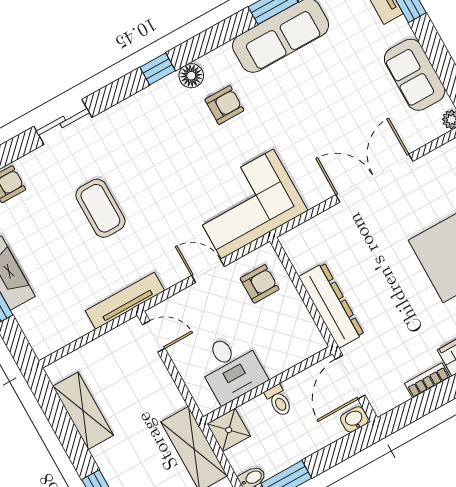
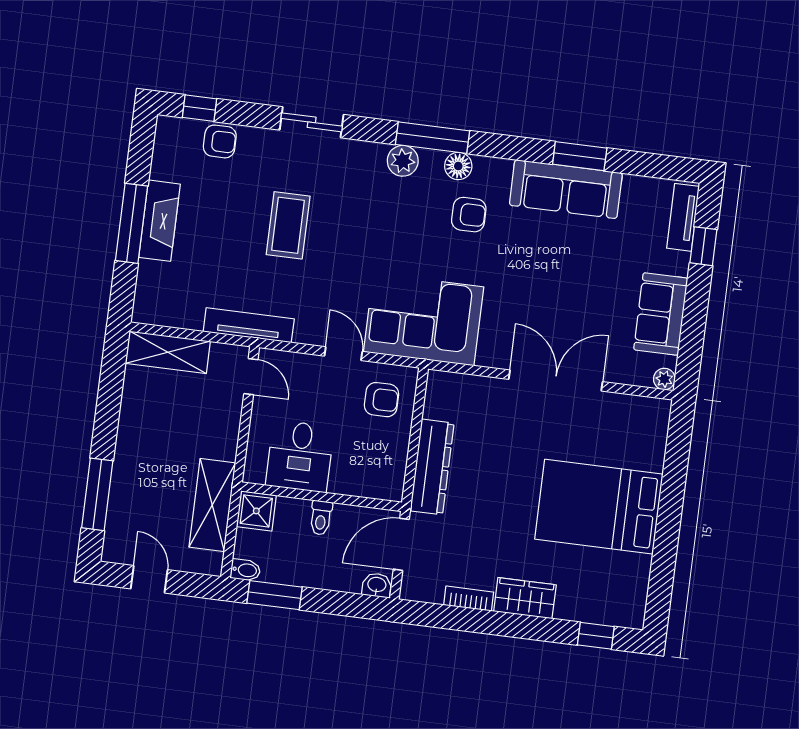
window: (158, 69) -> (432, 138), width x2.17
plant: (149, 101) -> (403, 161), added
shelving: (83, 411) -> (168, 352), moved, turned 90

